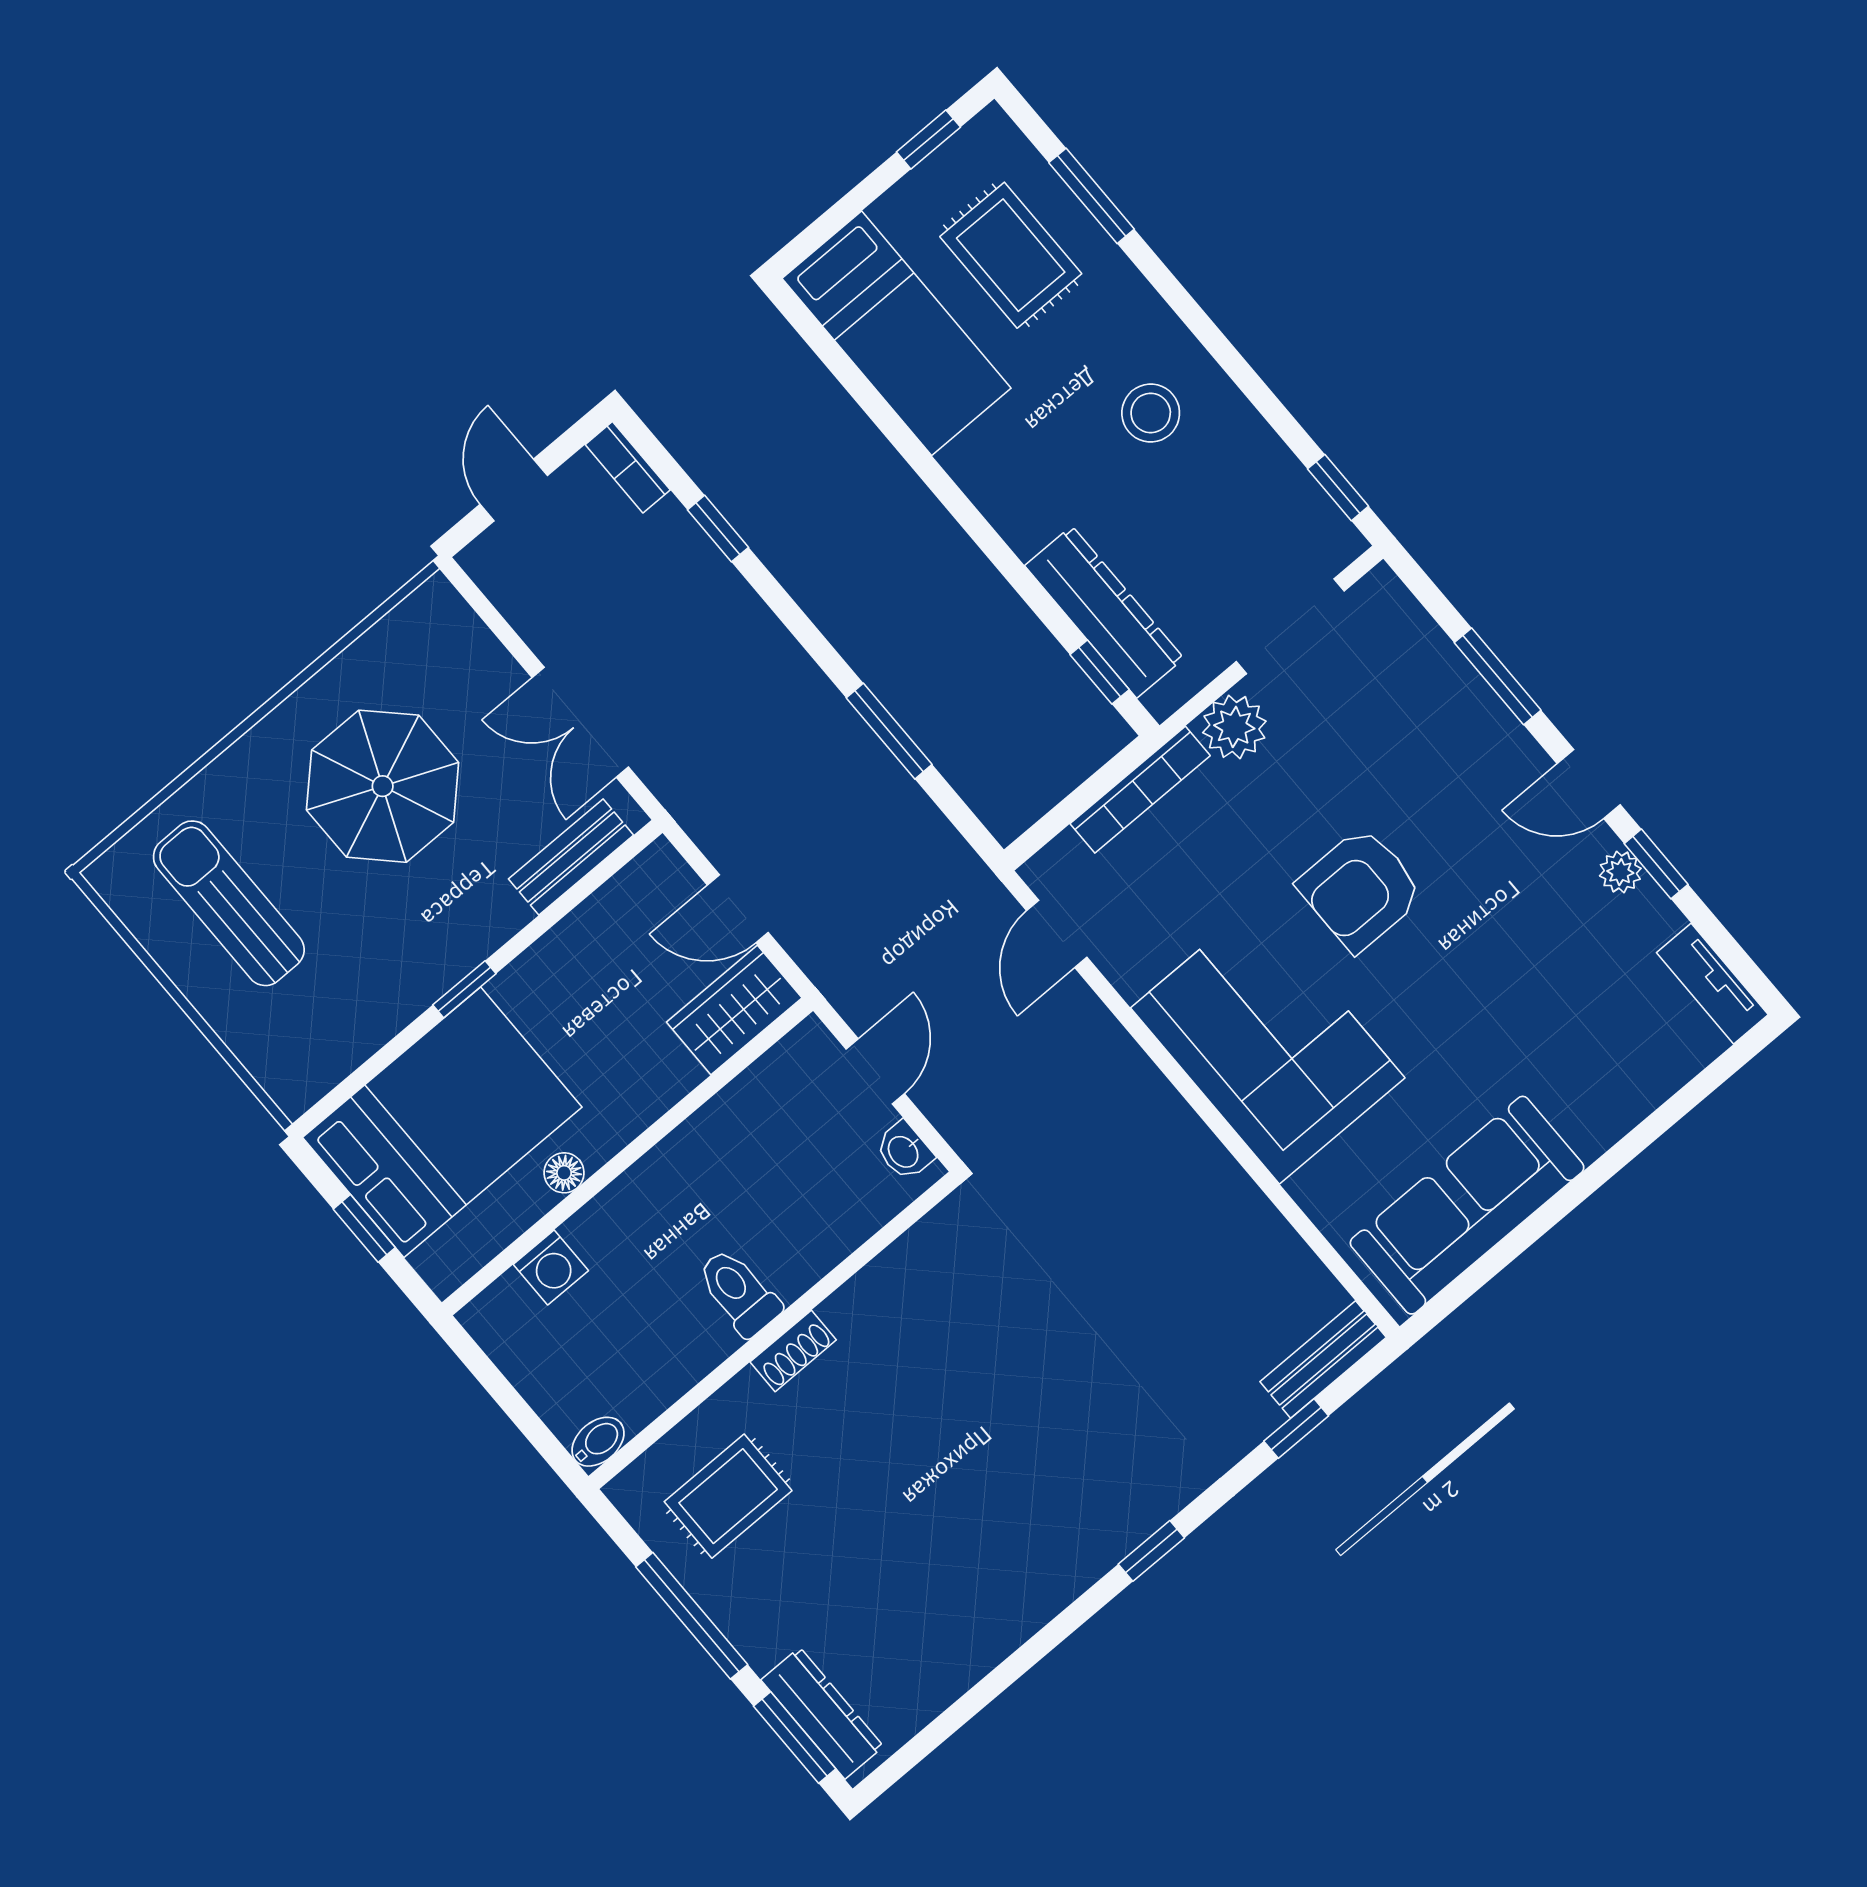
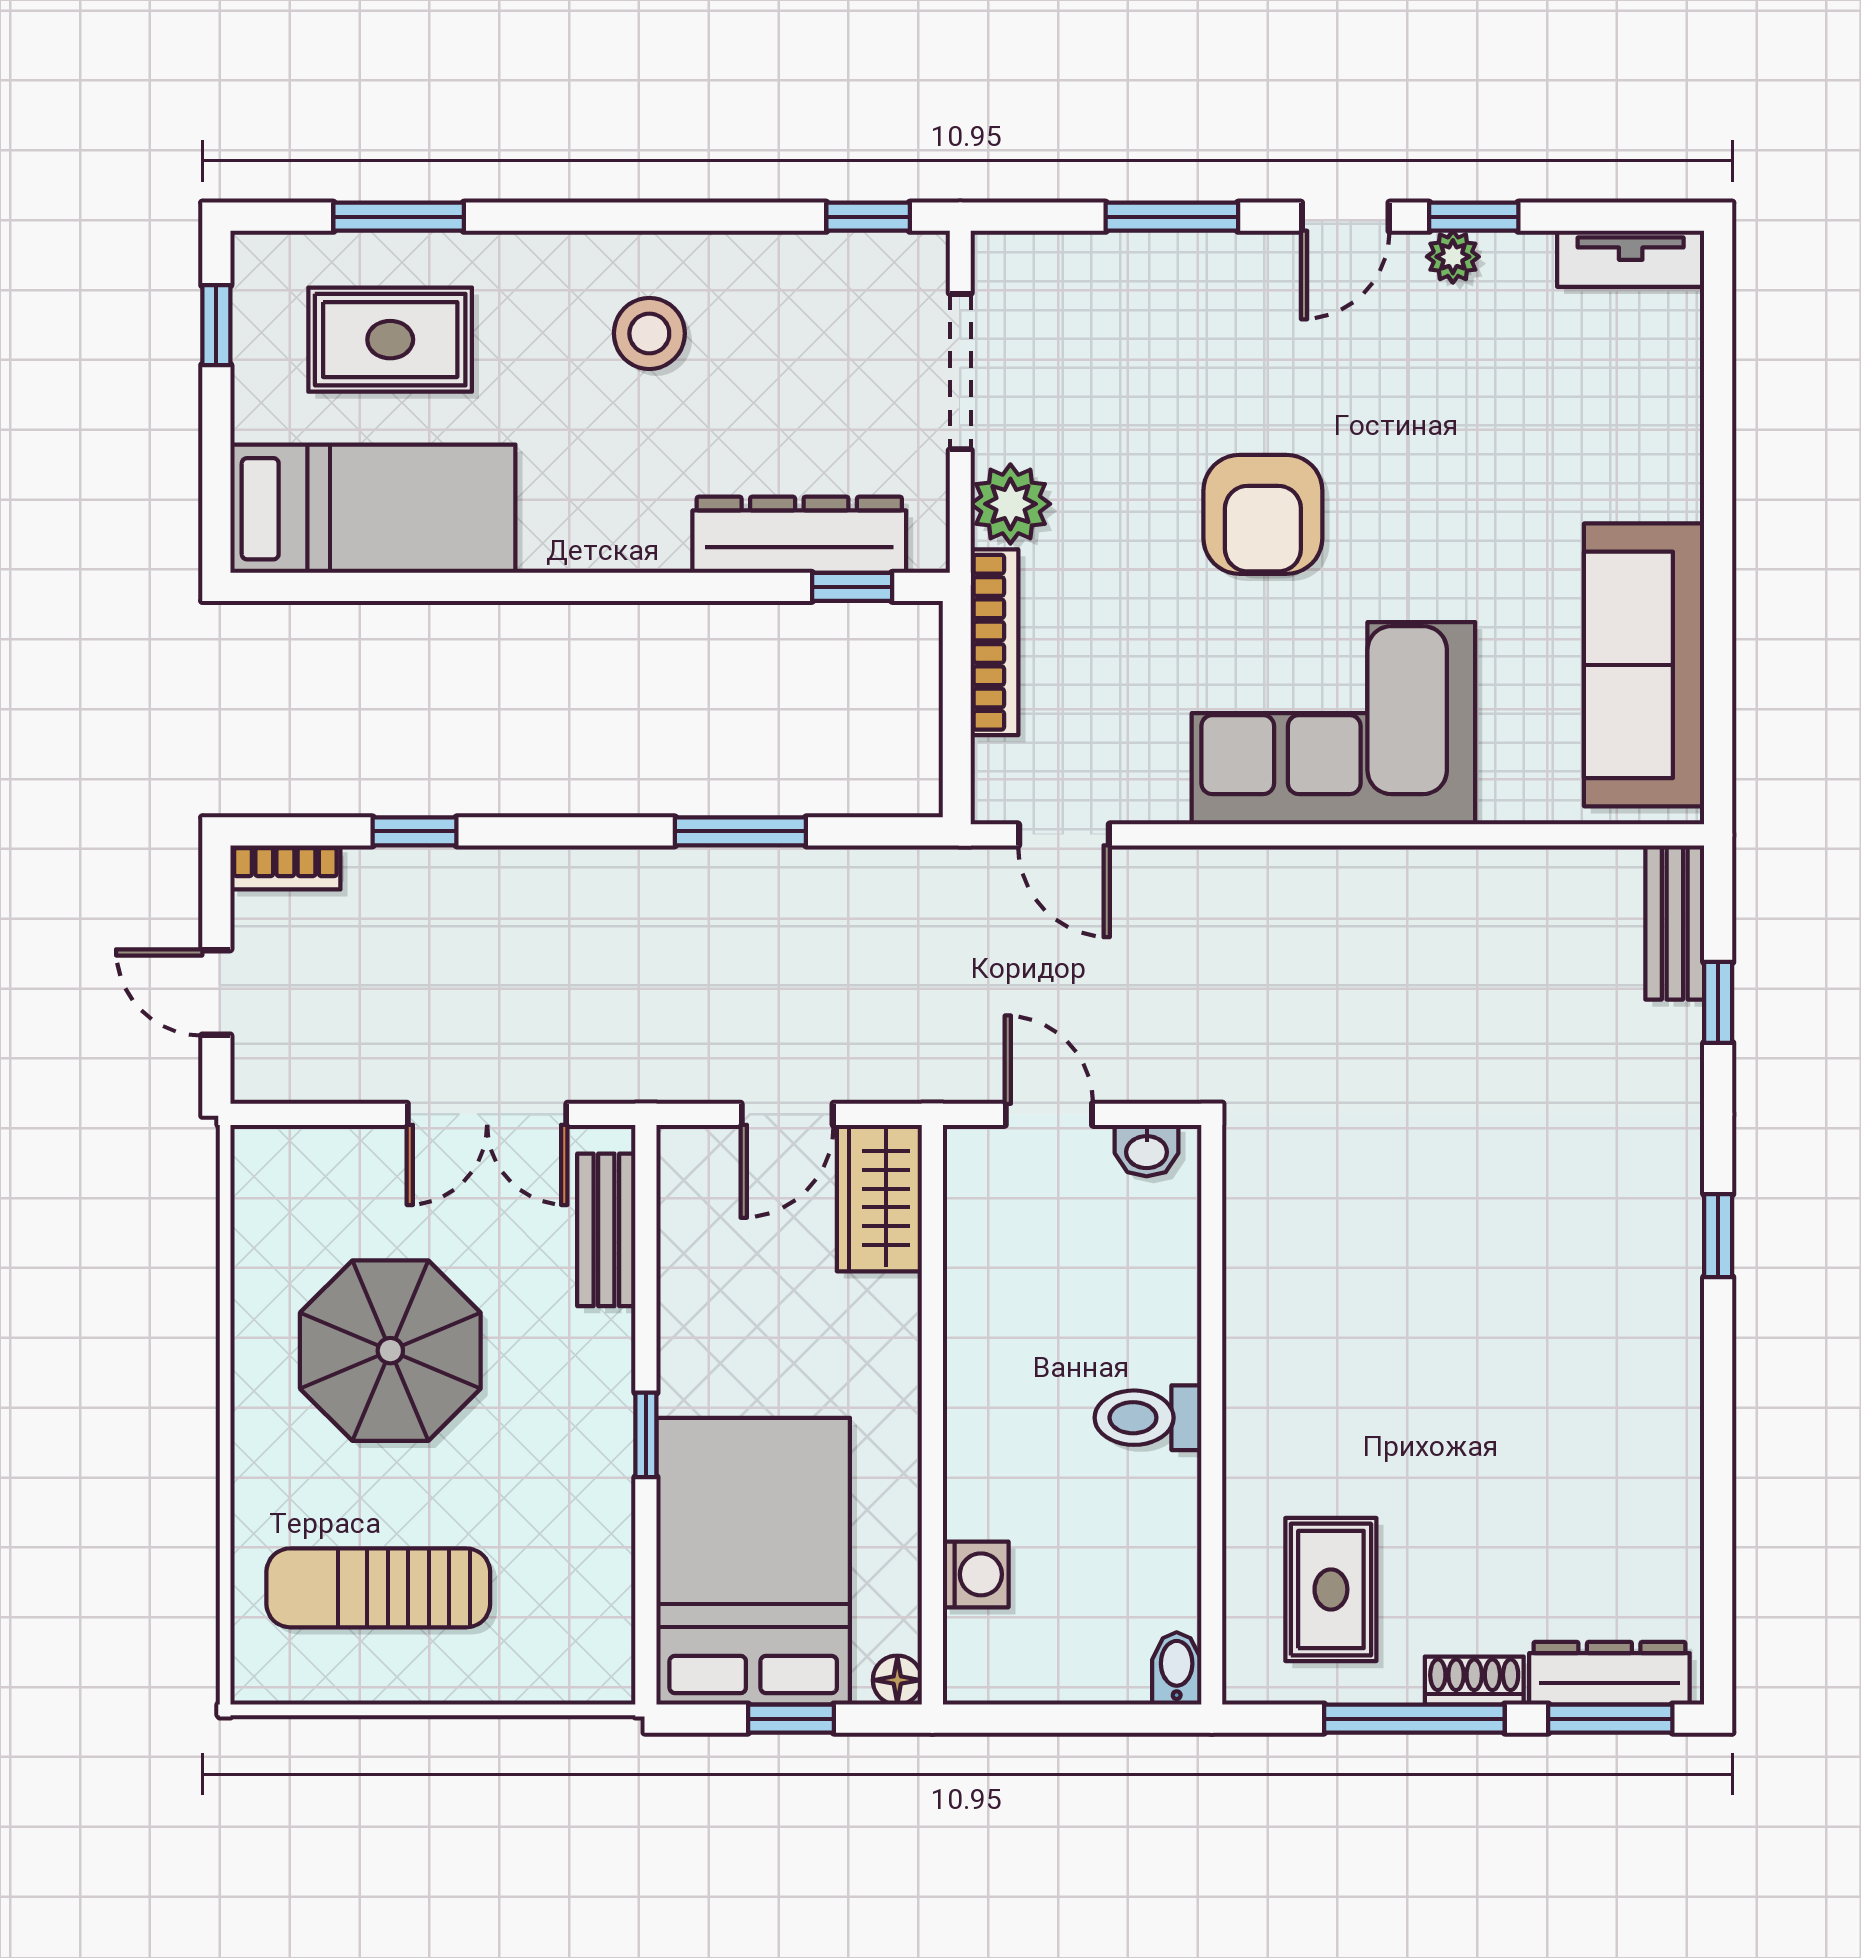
floor lamp: (564, 1173) -> (897, 1680), moved
shoe rack: (793, 1351) -> (1474, 1681), moved, turned -90

